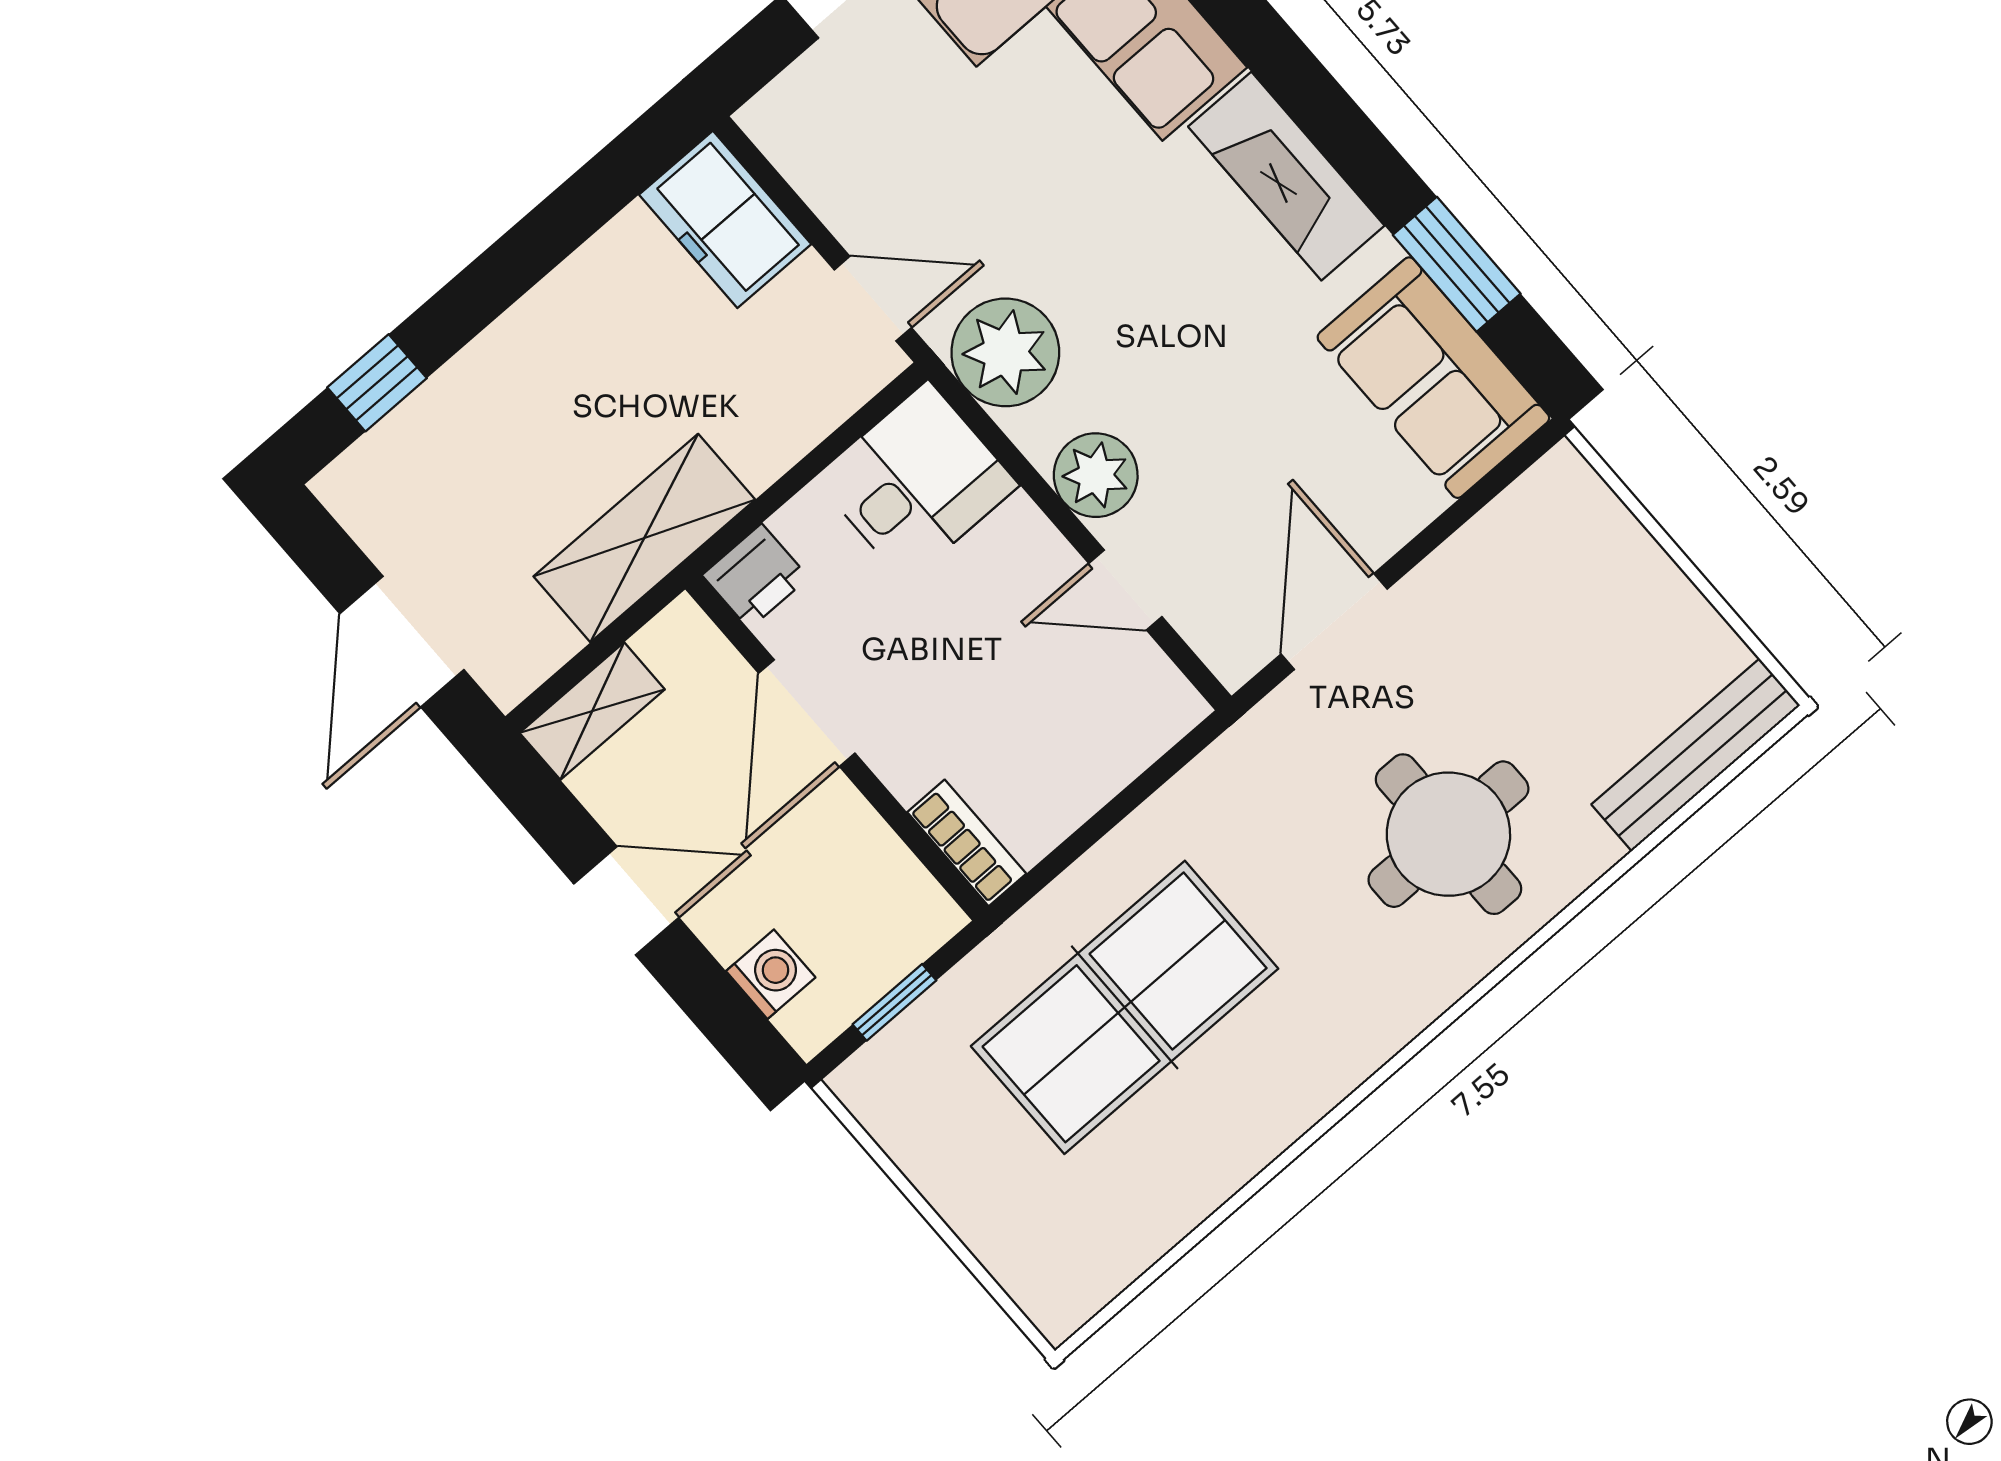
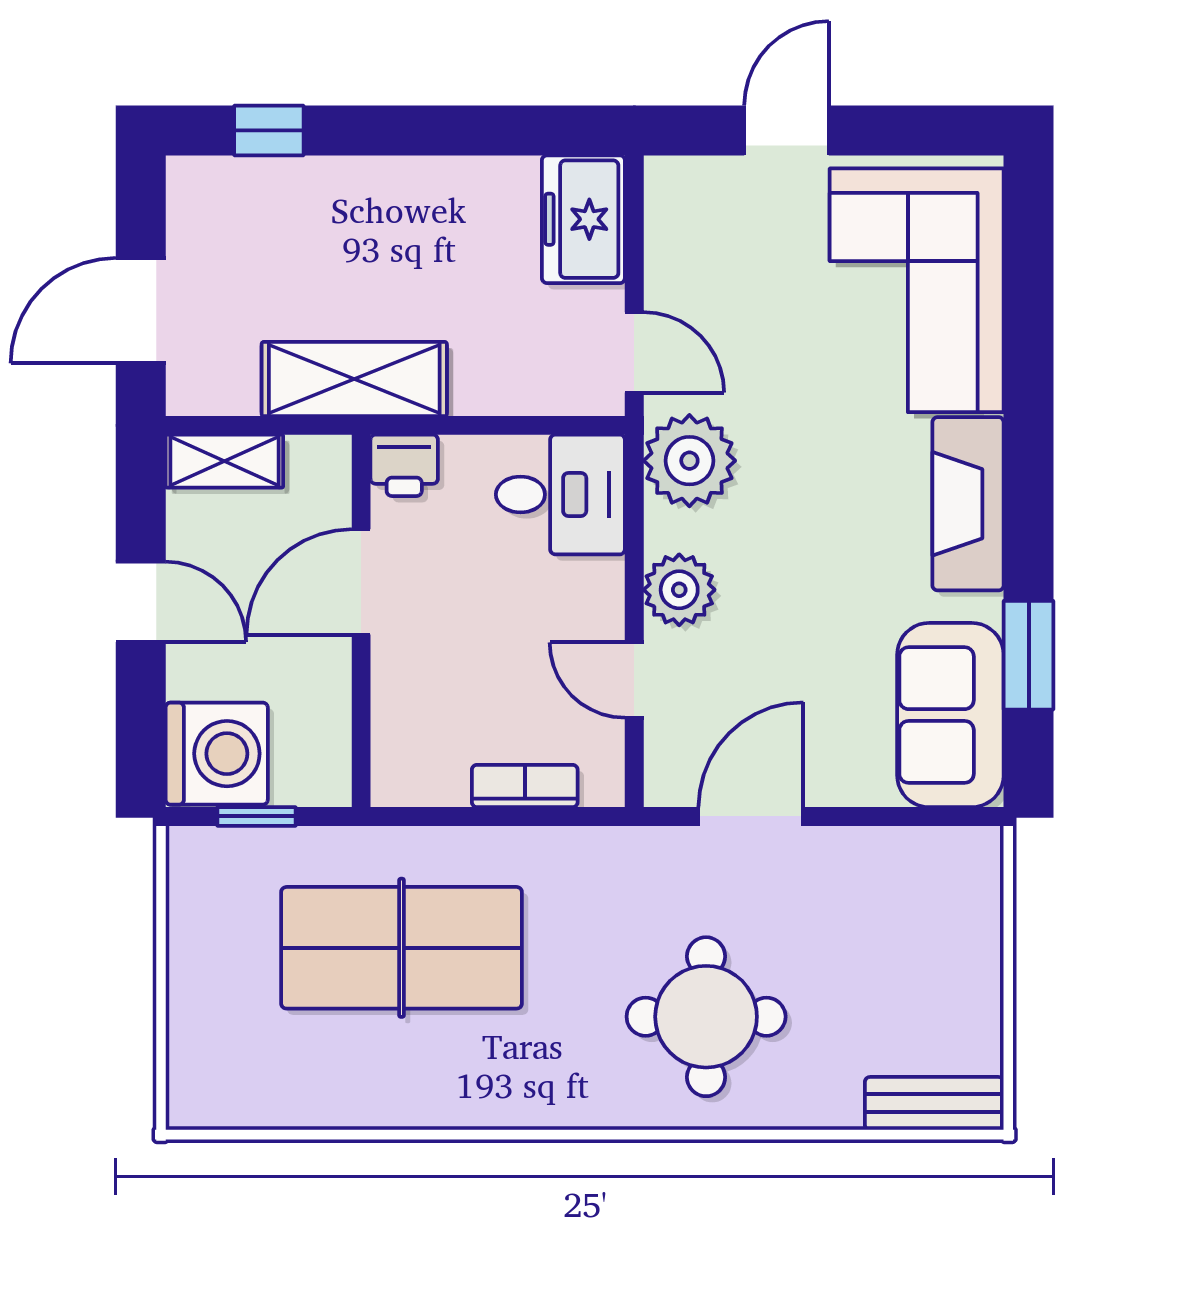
bench: (1696, 755) -> (934, 1103), width x0.73
bookcase: (967, 843) -> (525, 786), moved, turned -90
washing machine: (771, 974) -> (217, 754), width x1.89, depth x1.89

